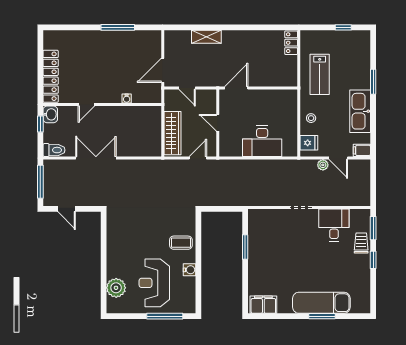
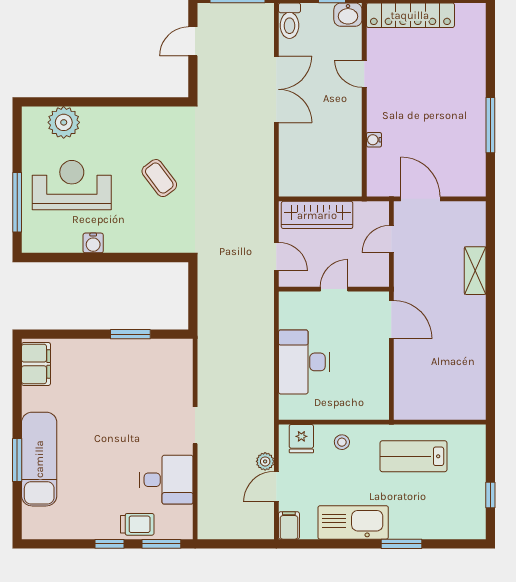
locker: (291, 43) -> (465, 409), removed
coffee table: (181, 243) -> (159, 178), moved, turned -37

